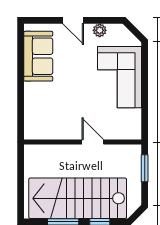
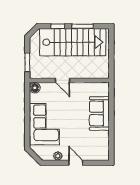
sofa: (38, 56) -> (99, 113), moved
floor lamp: (134, 131) -> (35, 88), added

